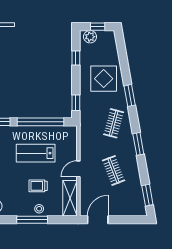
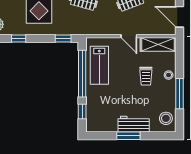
lab bench: (36, 153) -> (99, 65), moved
window: (32, 220) -> (180, 94), moved

